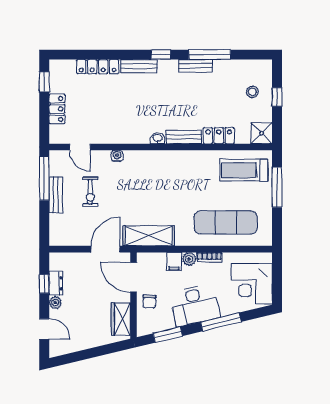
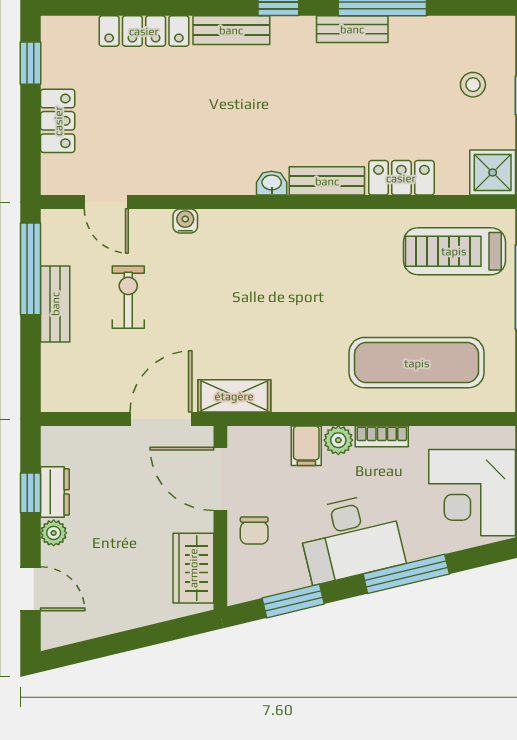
exercise bike: (90, 192) -> (128, 297), turned 180
shelving: (149, 236) -> (234, 396), width x0.67, depth x0.75

